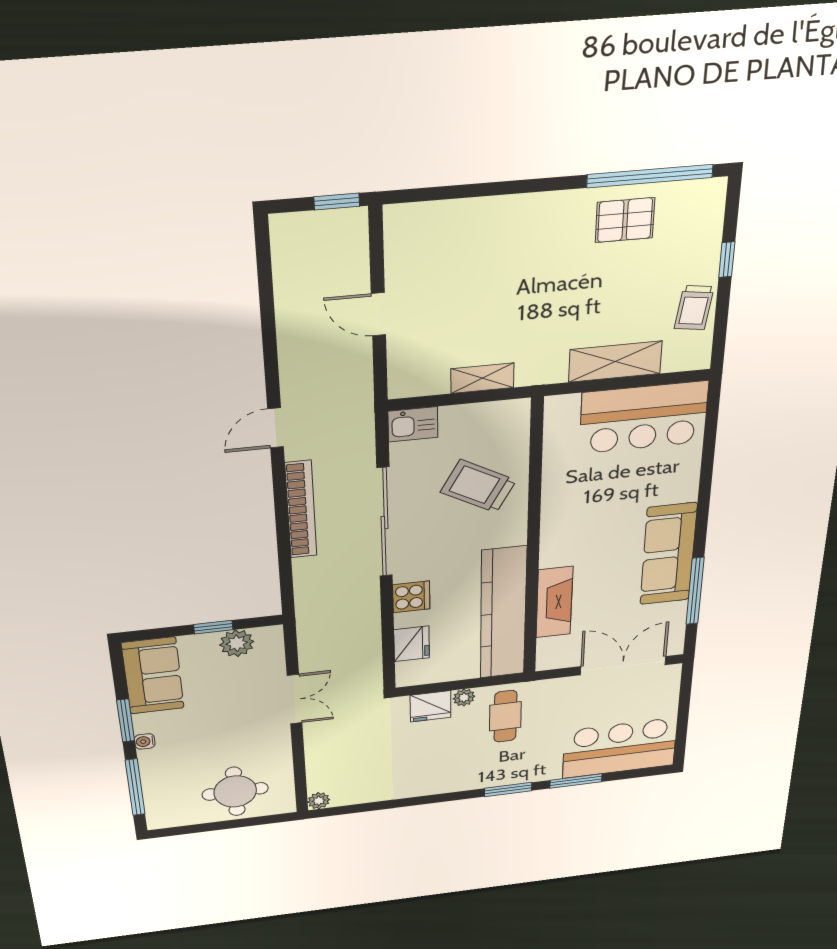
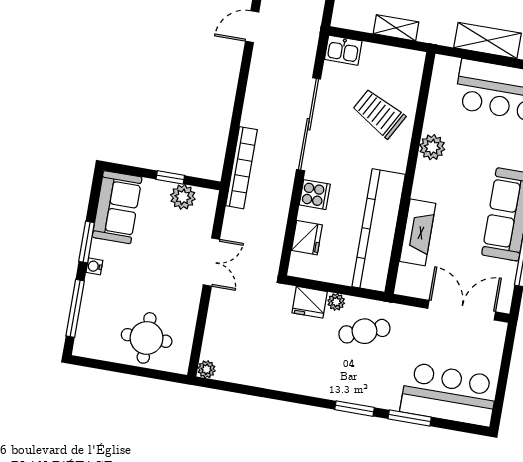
plant: (558, 506) -> (432, 147), added
bookcase: (301, 510) -> (242, 168), moved
cafe table: (505, 716) -> (364, 331), turned 70

